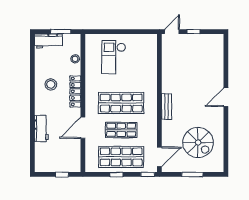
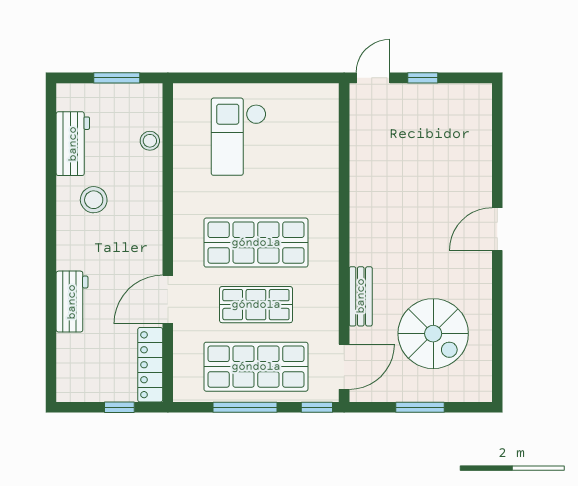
workbench: (48, 41) -> (73, 144), moved, turned -90
locker: (75, 91) -> (150, 365), moved
bench: (167, 106) -> (361, 296), moved
window: (116, 174) -> (245, 407), width x2.17

